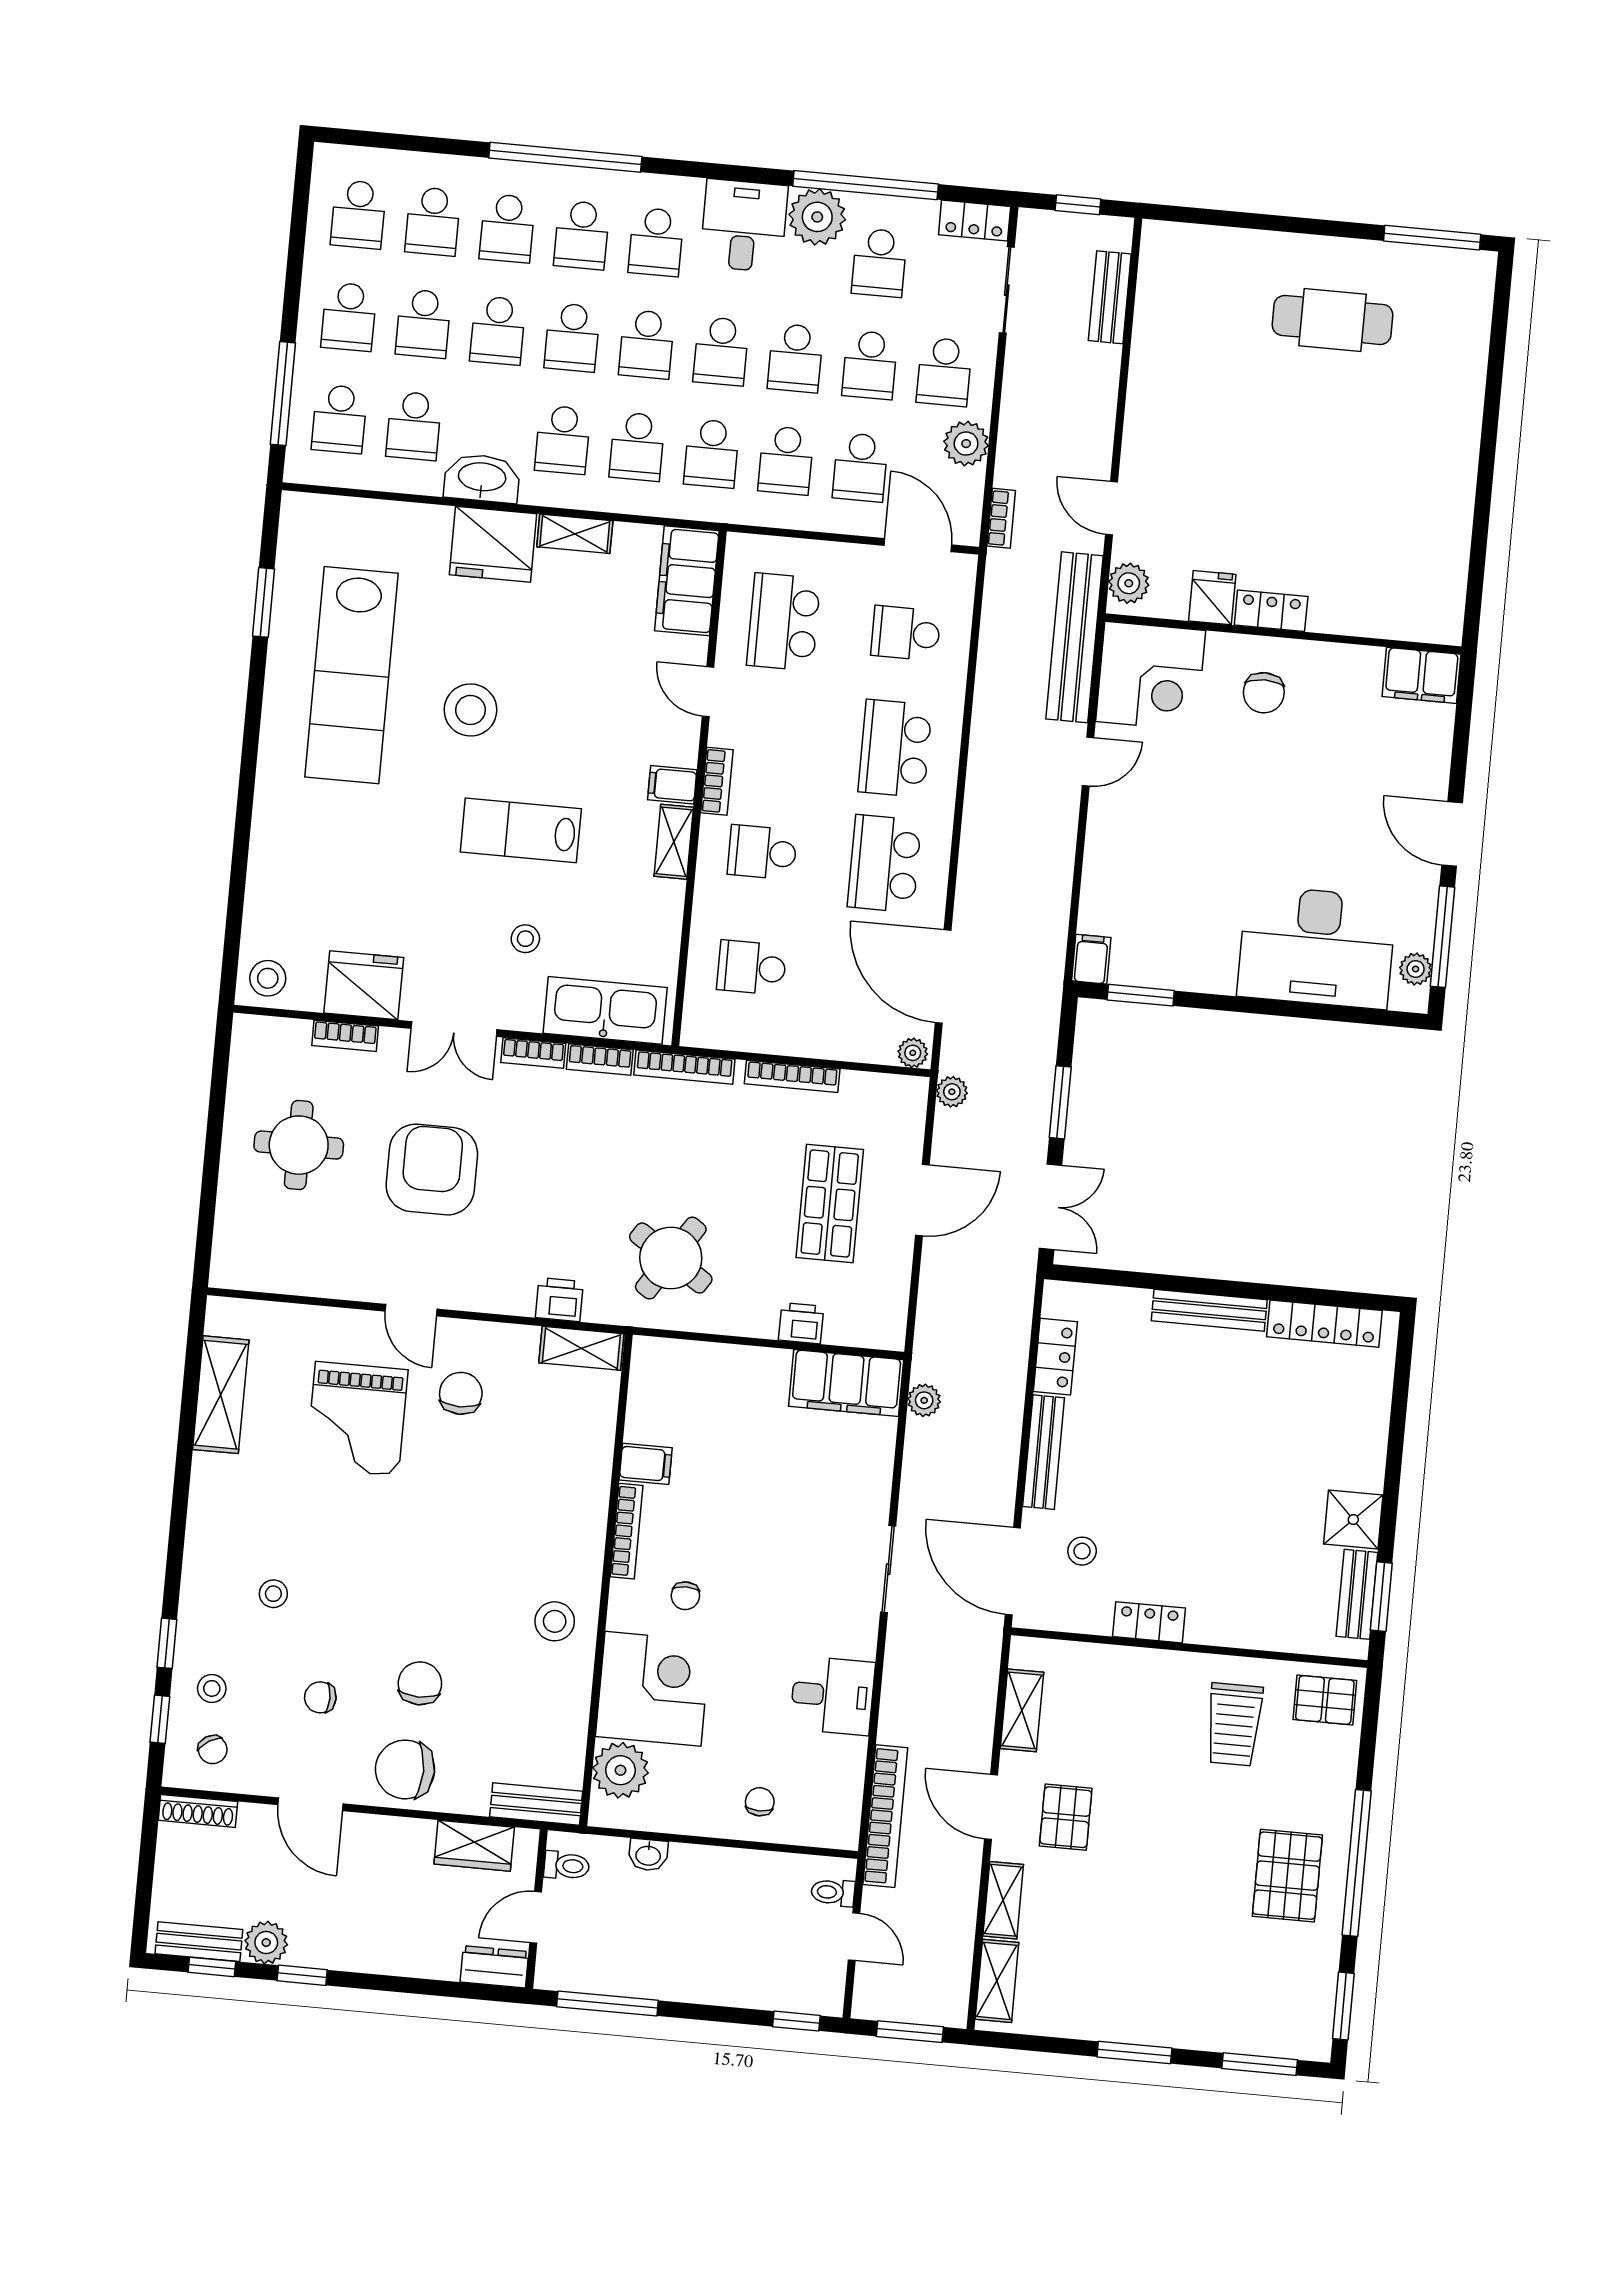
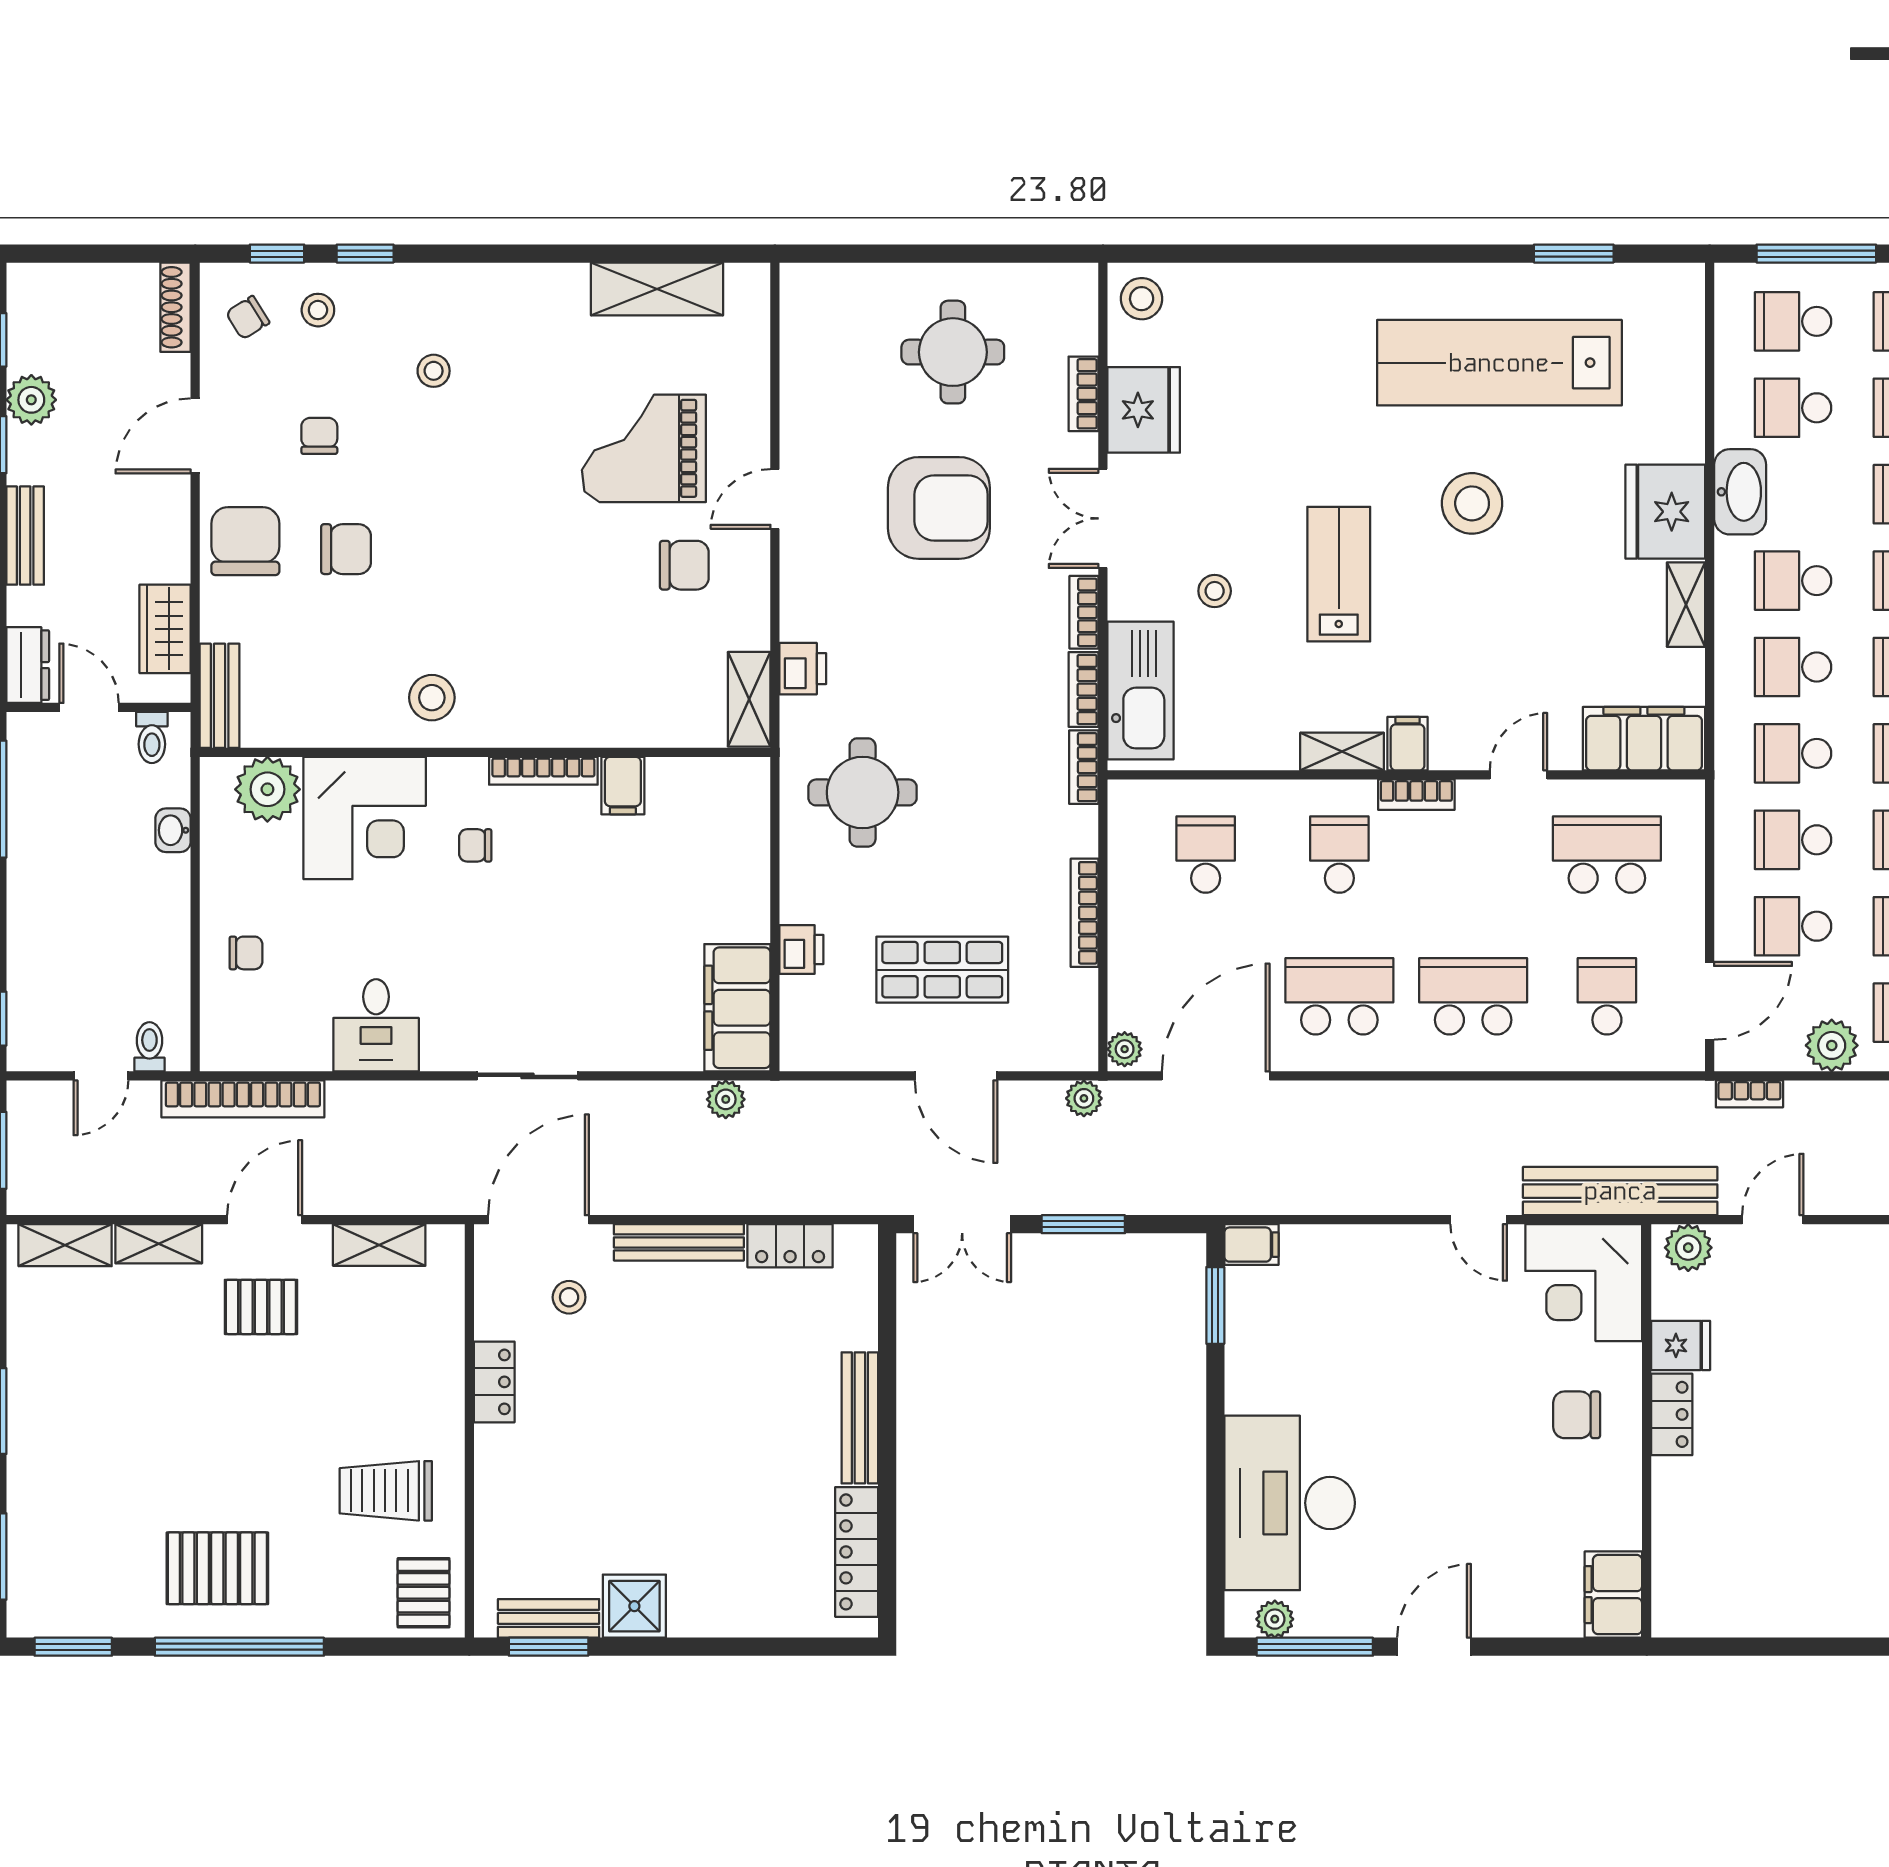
bookcase: (684, 1067) -> (1084, 767), width x0.64
round table: (671, 1258) -> (863, 792), turned -33
bench: (199, 1942) -> (25, 536), moved

